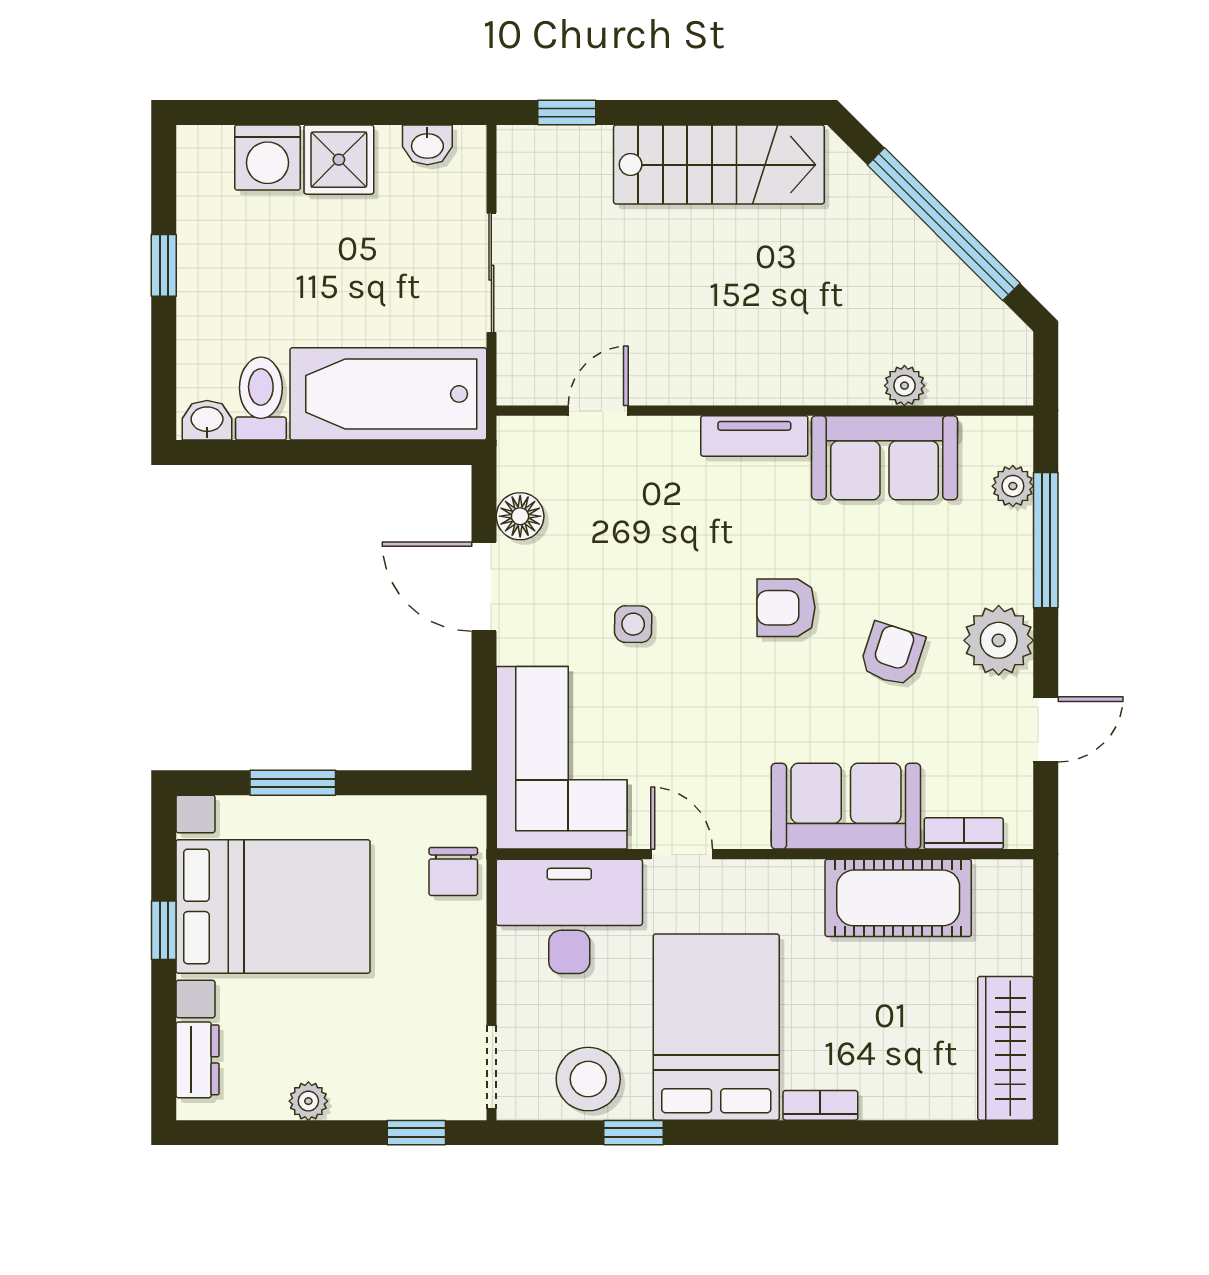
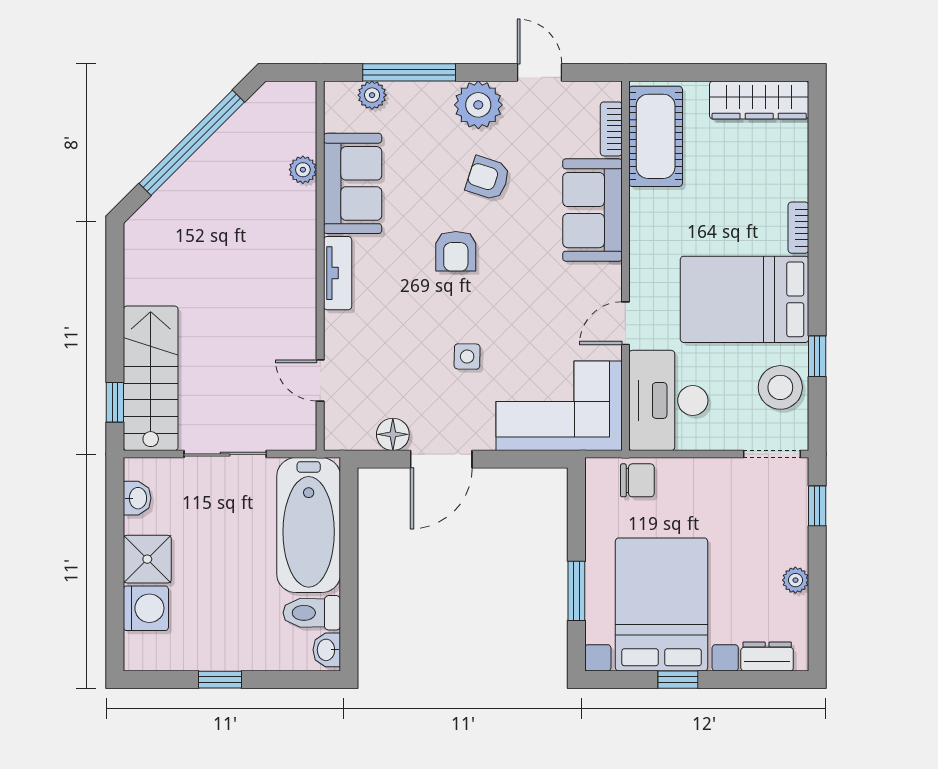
stairs: (719, 165) -> (151, 378), moved
cot: (898, 898) -> (656, 136), moved

